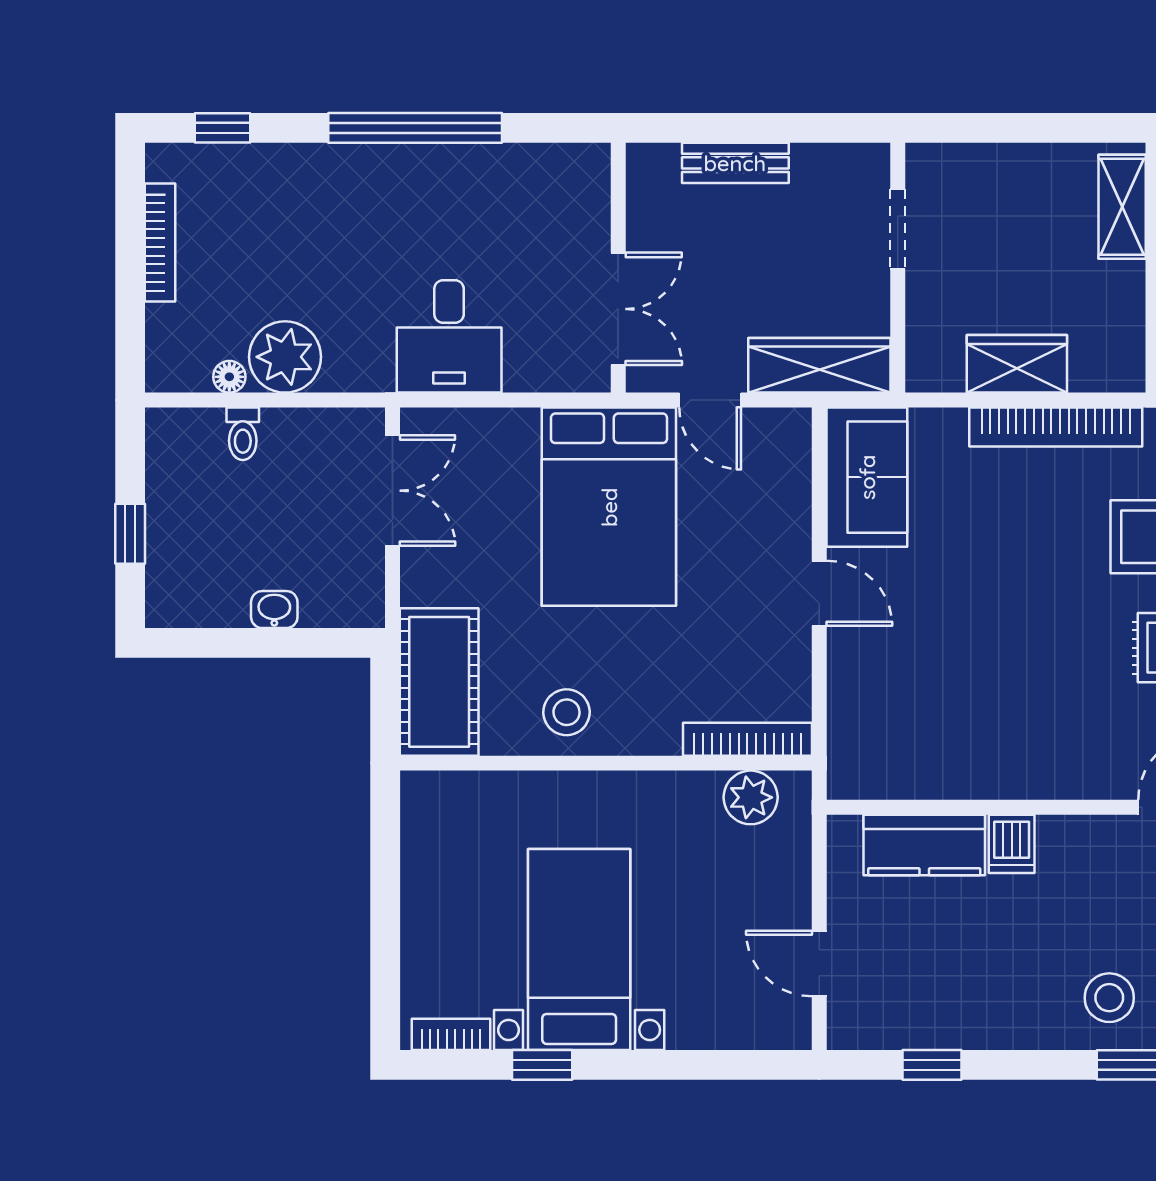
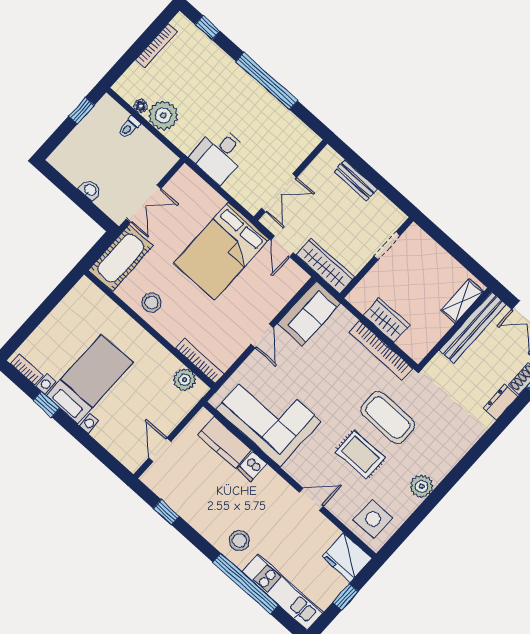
double door: (393, 491) -> (144, 204), moved
window: (130, 534) -> (81, 111), moved
corner sofa: (959, 726) -> (268, 415), added

